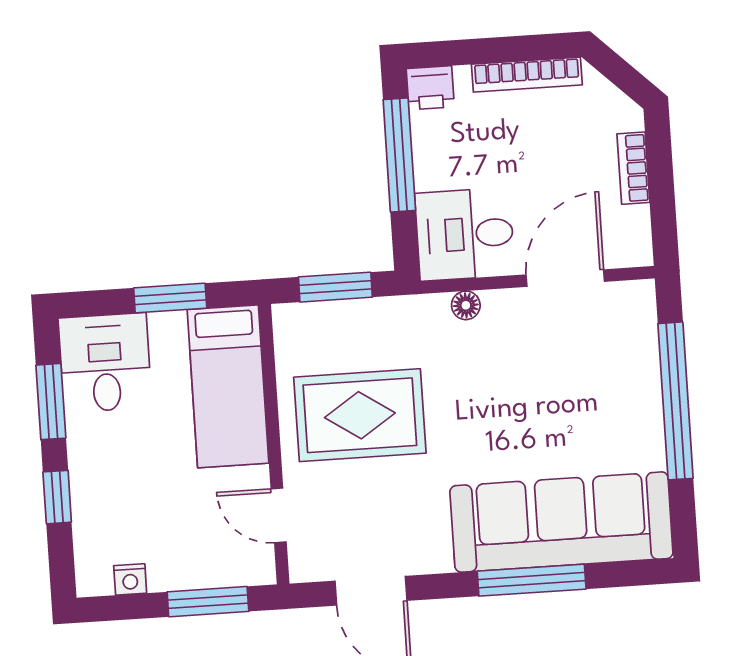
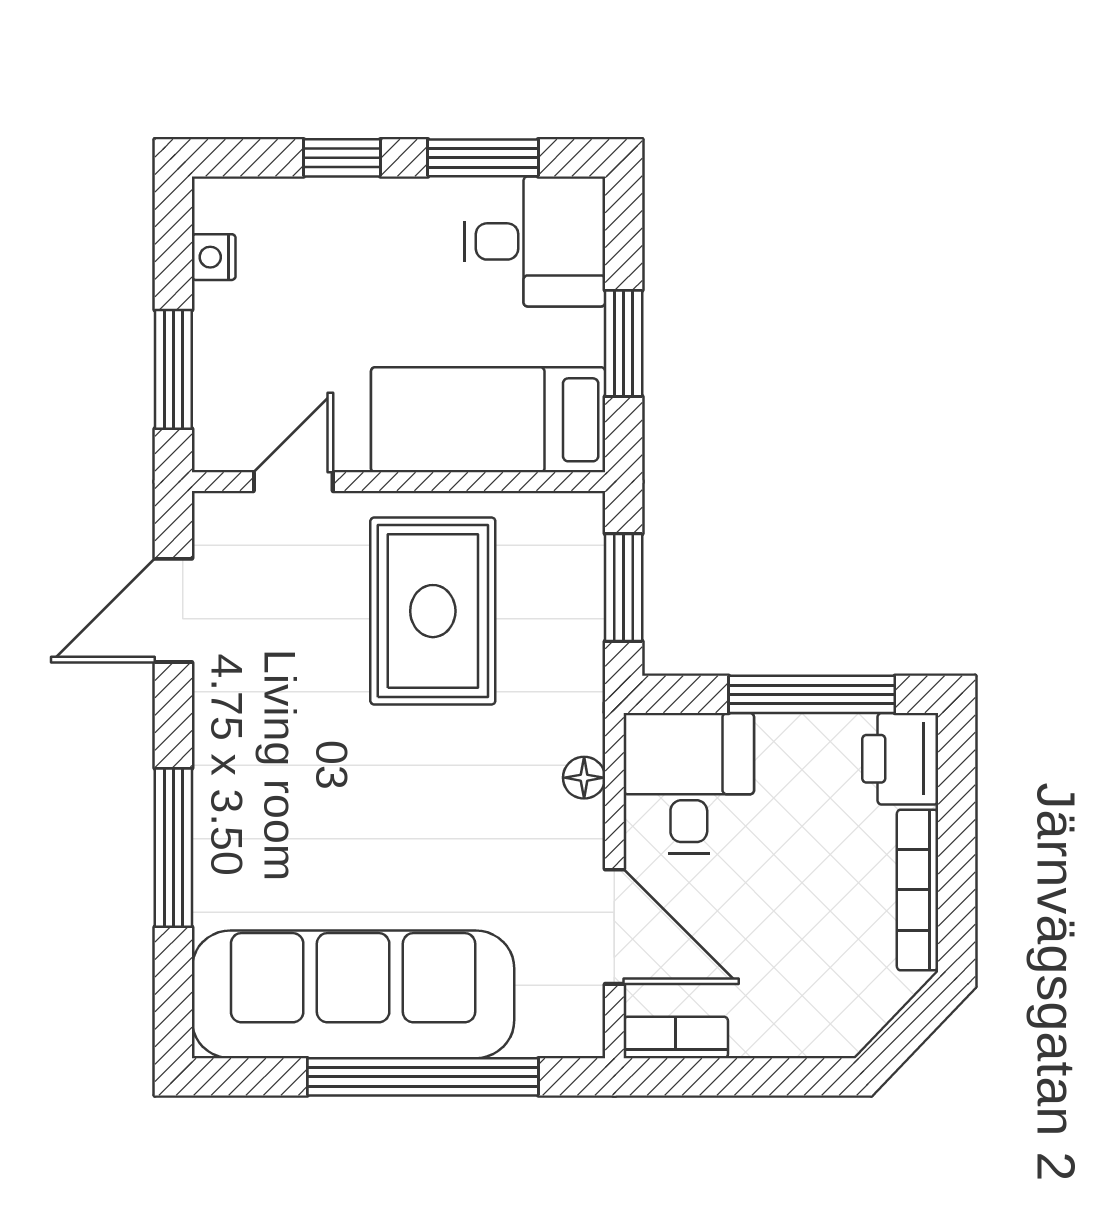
printer: (430, 88) -> (900, 759), width x1.36, depth x1.24
bookcase: (633, 168) -> (676, 1037), moved
sofa: (561, 522) -> (353, 994), moved, turned -90

